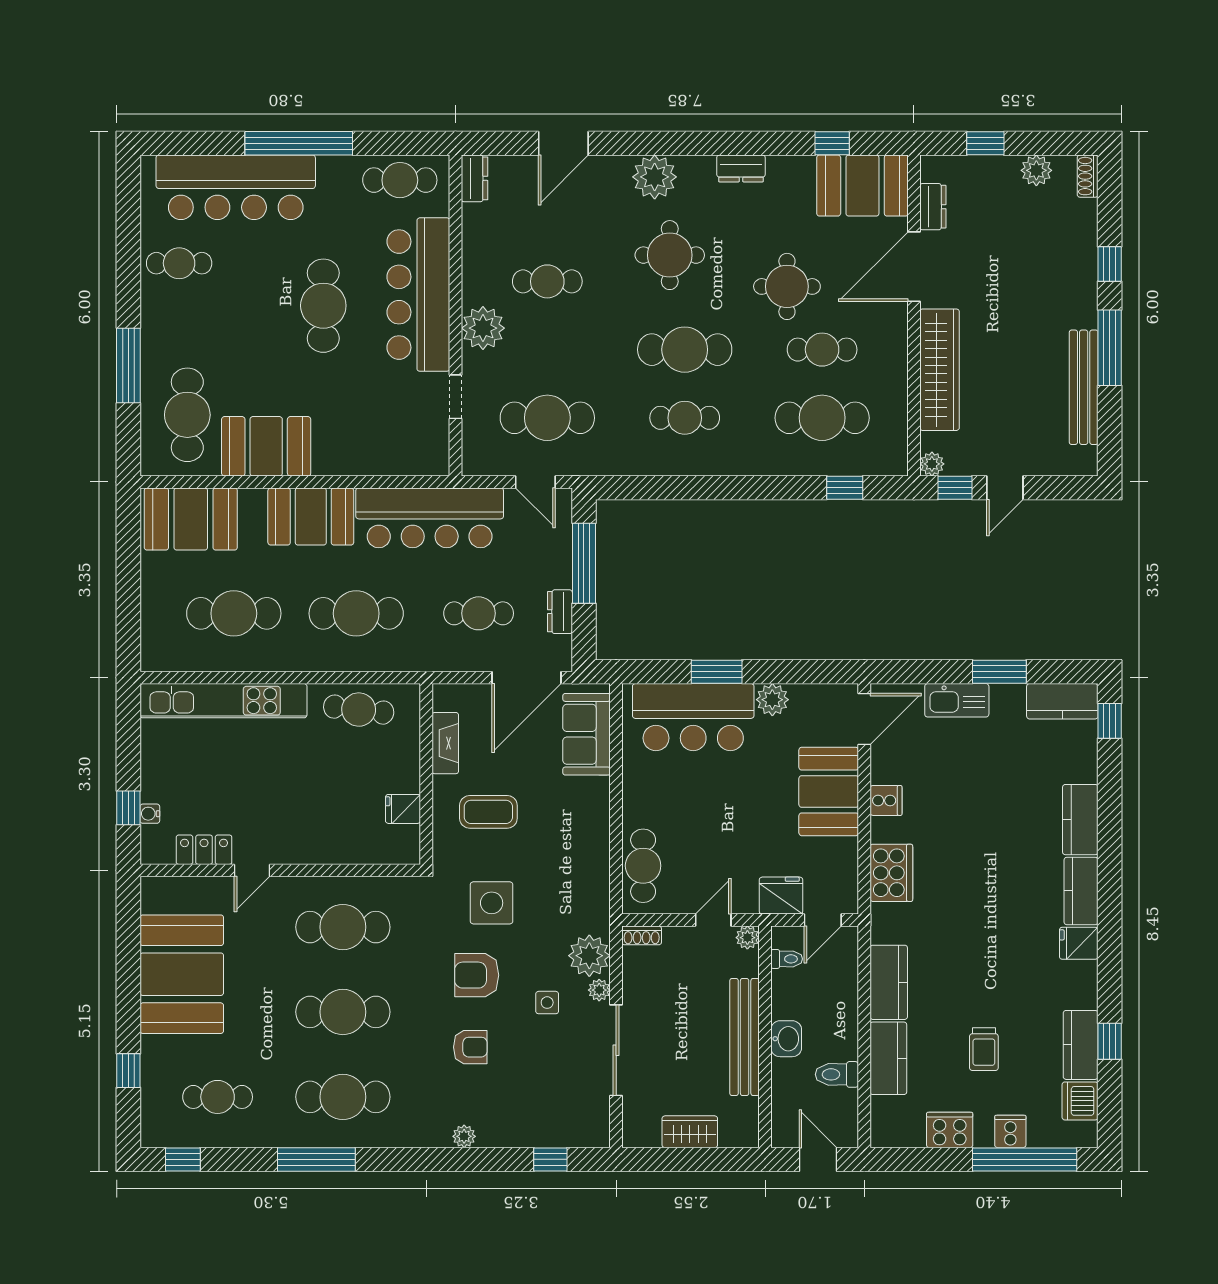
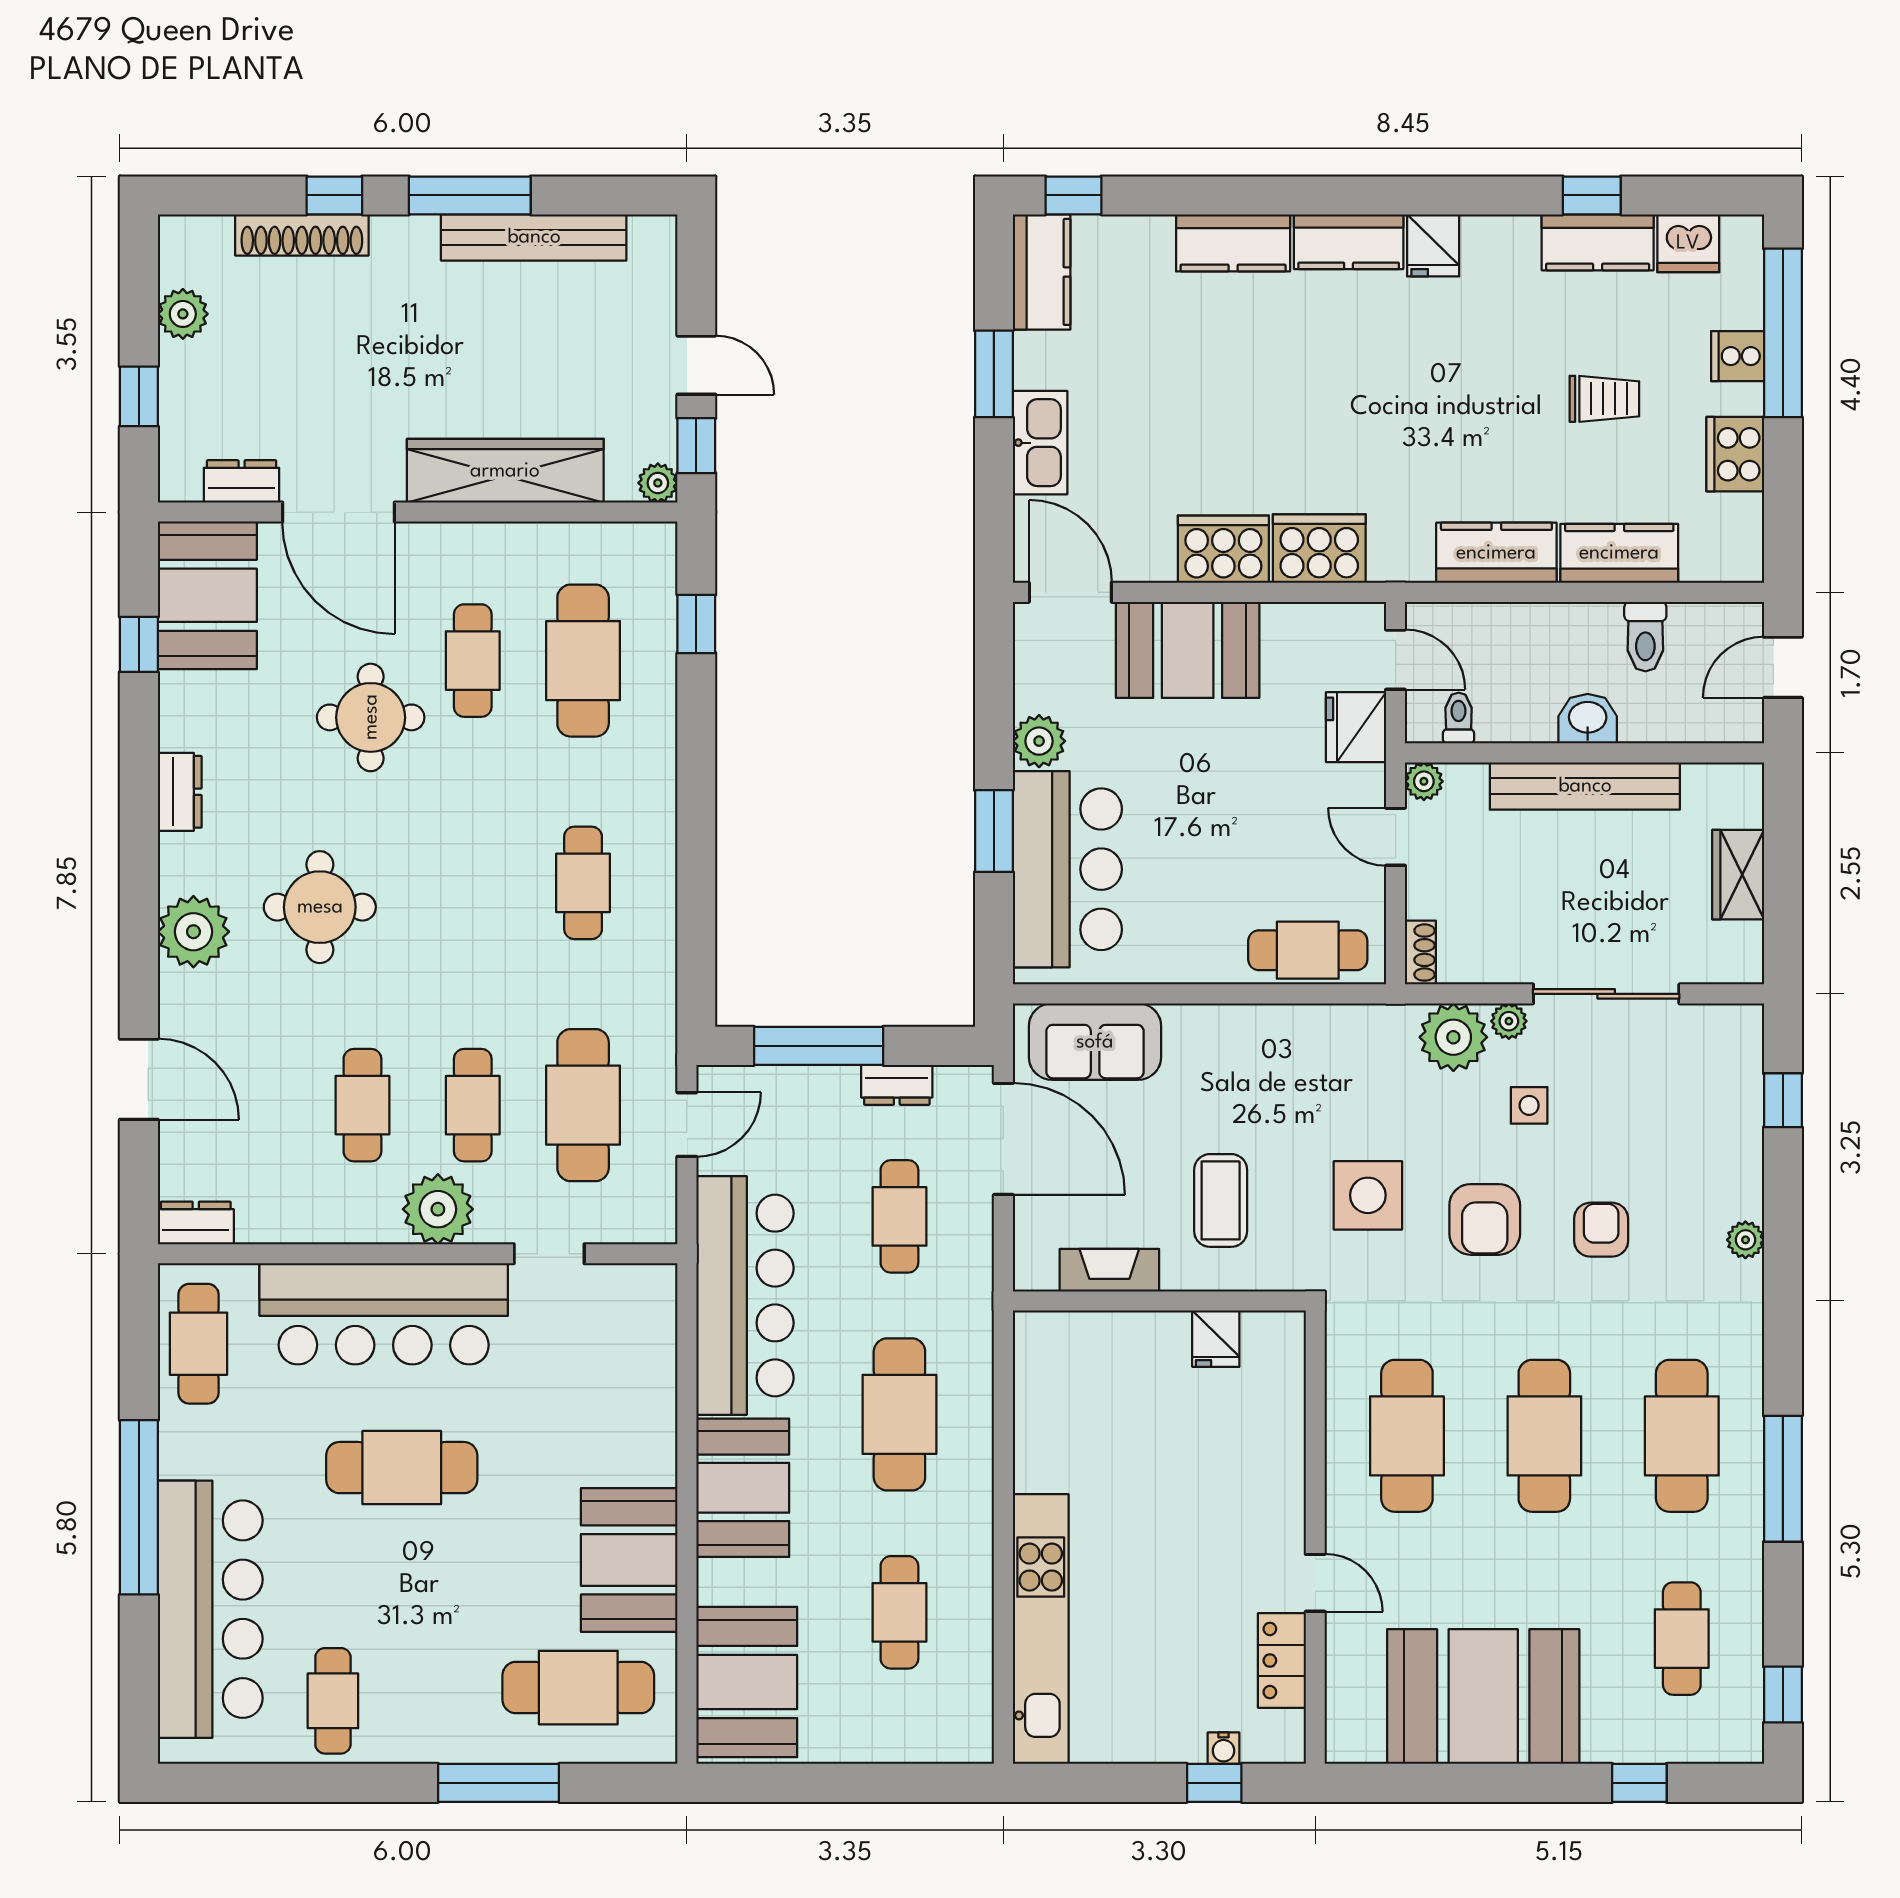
shoe rack: (1088, 176) -> (302, 235), moved, width x1.94, depth x1.24
cafe table: (685, 350) -> (473, 1105), moved, width x0.73, depth x0.74
cafe table: (234, 613) -> (899, 1612), width x0.73, depth x0.74
cafe table: (359, 710) -> (1055, 1410), removed
cooker: (886, 800) -> (1223, 549), width x1.87, depth x1.31

